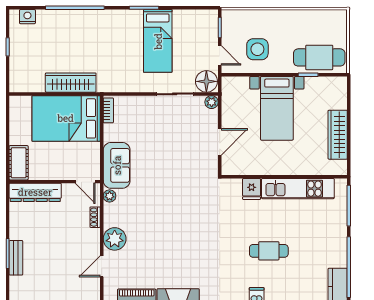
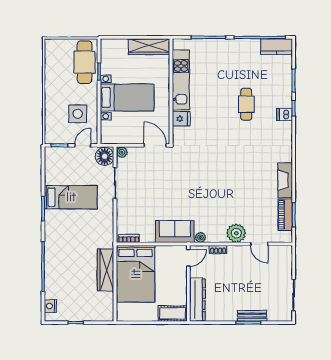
wall: (284, 177) -> (171, 91), moved
fridge: (252, 189) -> (181, 119), moved
kitchen unit: (298, 189) -> (181, 80), moved

